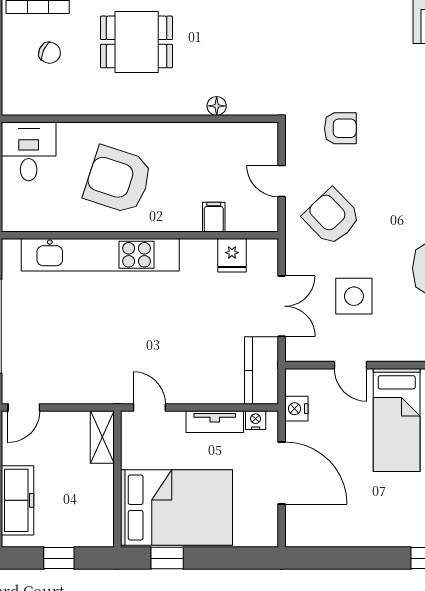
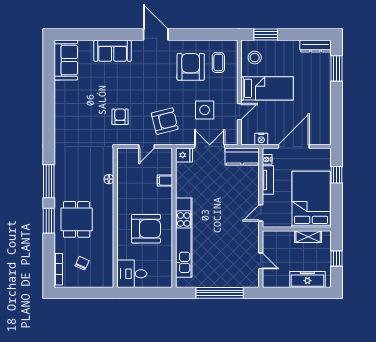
armchair: (118, 180) -> (146, 229), turned -108
armchair: (332, 217) -> (165, 121), turned -150
fridge: (232, 255) -> (184, 155), moved
door: (24, 408) -> (261, 261), moved
shelving: (102, 437) -> (308, 237), moved
window: (167, 558) -> (337, 175), moved

